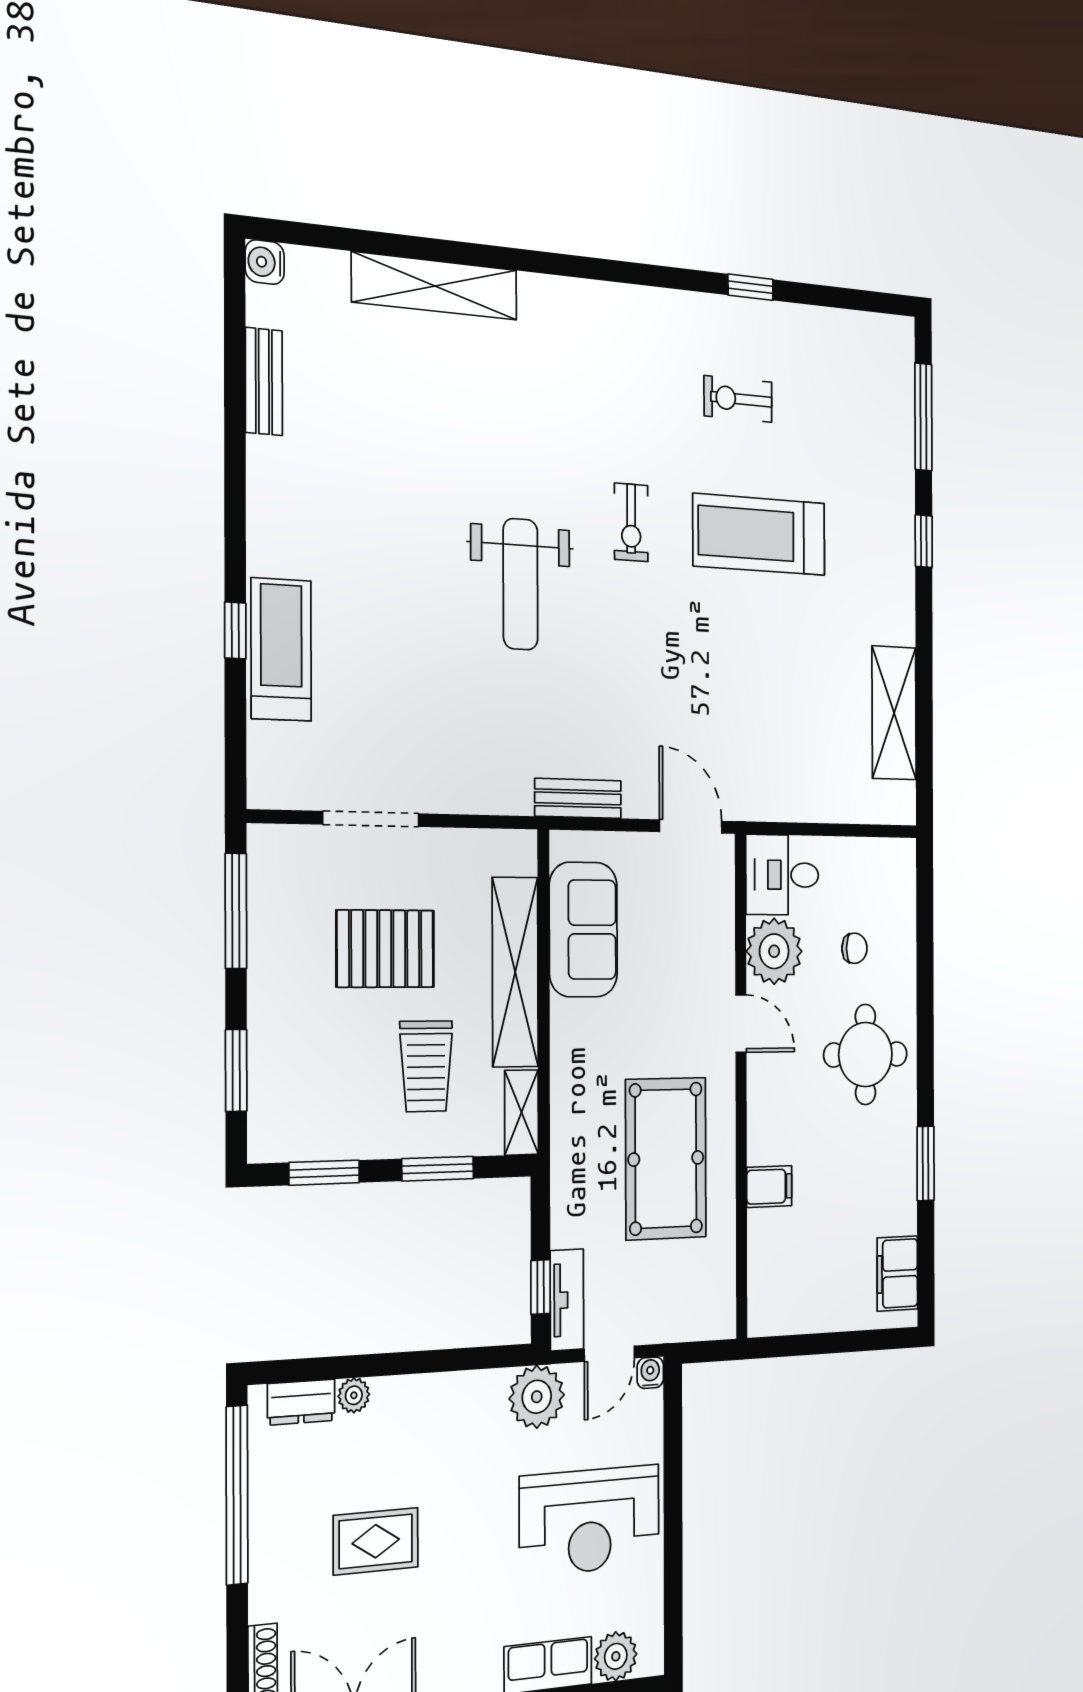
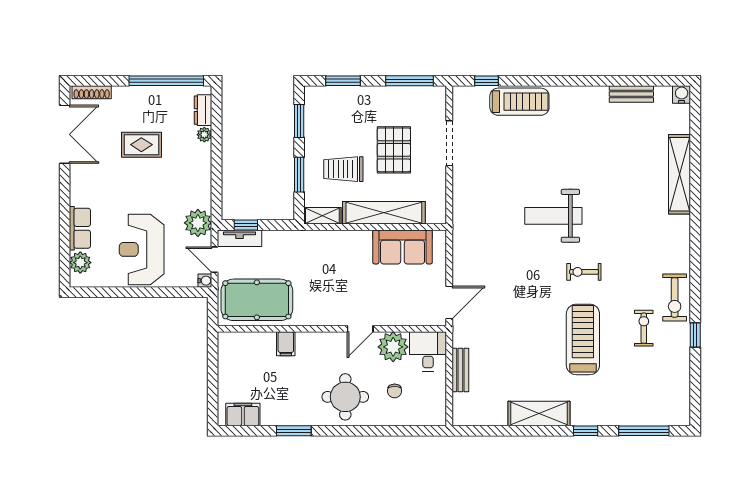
exercise bike: (680, 325) -> (675, 297), added
window: (235, 631) -> (487, 81), moved
shelving: (894, 713) -> (539, 414), moved
bench: (578, 798) -> (460, 370), moved
pool table: (666, 1159) -> (257, 300), moved
rug: (376, 1541) -> (141, 145), turned 90

